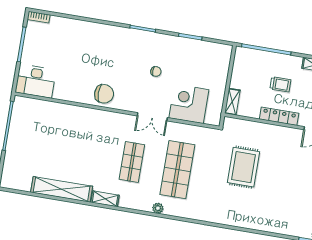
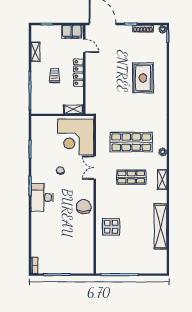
desk: (36, 81) -> (42, 197), moved, turned 180
corner desk: (189, 104) -> (76, 137), width x1.36, depth x1.36
double door: (152, 117) -> (95, 168), swing flipped
display table: (72, 125) -> (111, 227), added
rug: (244, 167) -> (143, 78), moved, turned 90
shelving: (105, 199) -> (162, 180), moved

